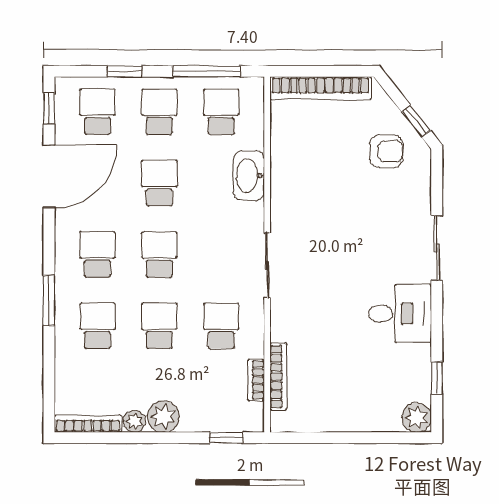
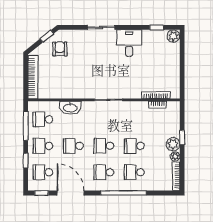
window: (49, 300) -> (124, 193), width x2.11
school desk: (221, 326) -> (134, 119), removed
window: (226, 438) -> (182, 138), moved

